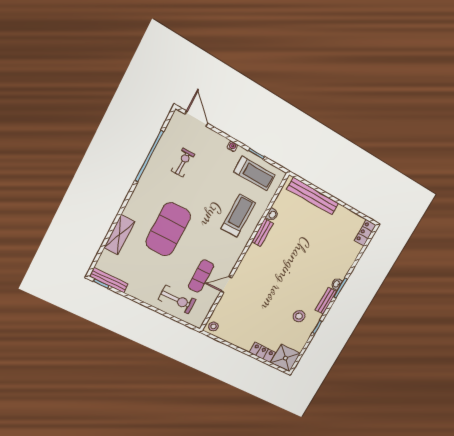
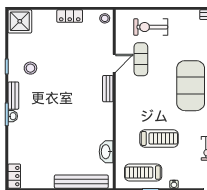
washbasin: (272, 215) -> (106, 152), width x1.91, depth x1.45
treadmill: (238, 216) -> (159, 138), moved, turned -90
bench: (262, 233) -> (108, 89), moved
locker: (262, 352) -> (70, 16), moved

